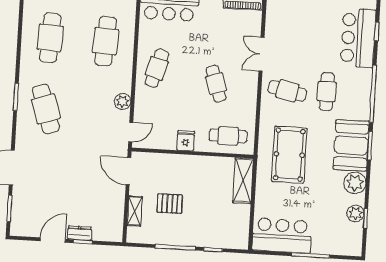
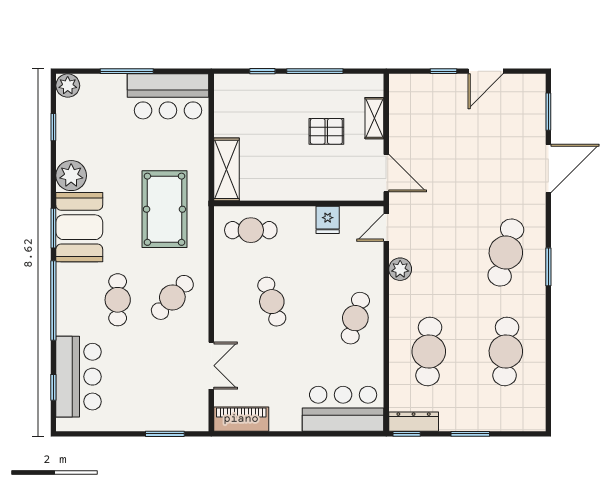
double door: (261, 54) -> (211, 366), moved
cafe table: (287, 91) -> (172, 297), turned -60
cafe table: (46, 109) -> (506, 253), turned 33
fridge: (186, 141) -> (328, 220), moved
plant: (356, 213) -> (68, 86), moved
dresser: (79, 233) -> (449, 83), removed

